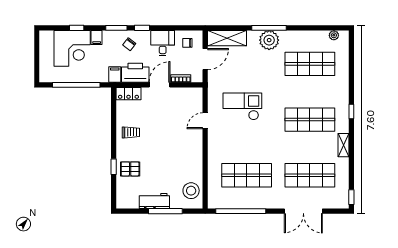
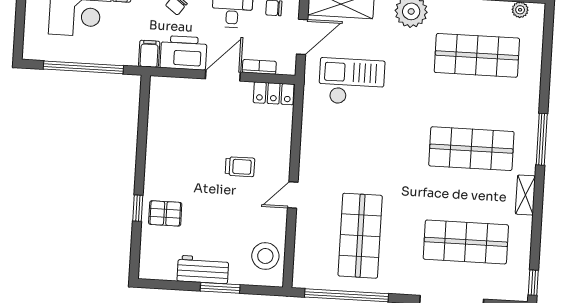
locker: (128, 94) -> (274, 93), moved
checkout: (242, 106) -> (352, 82), moved
window: (351, 111) -> (542, 139), width x2.17
door: (205, 121) -> (293, 195), moved
trolley: (131, 132) -> (240, 167), moved
shop shelf: (247, 175) -> (360, 236), turned 90
window: (165, 211) -> (220, 288), width x0.69

